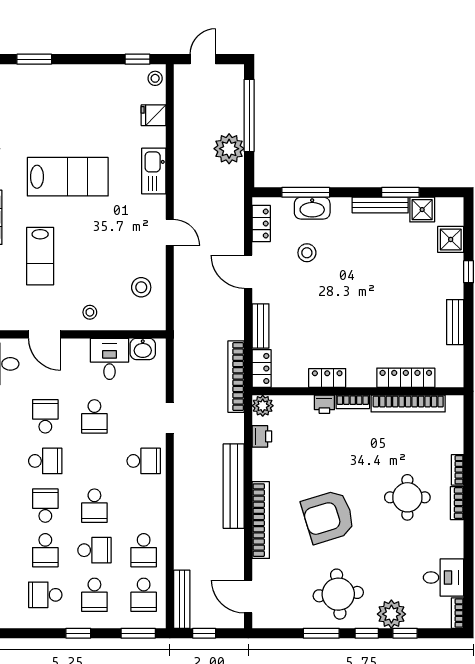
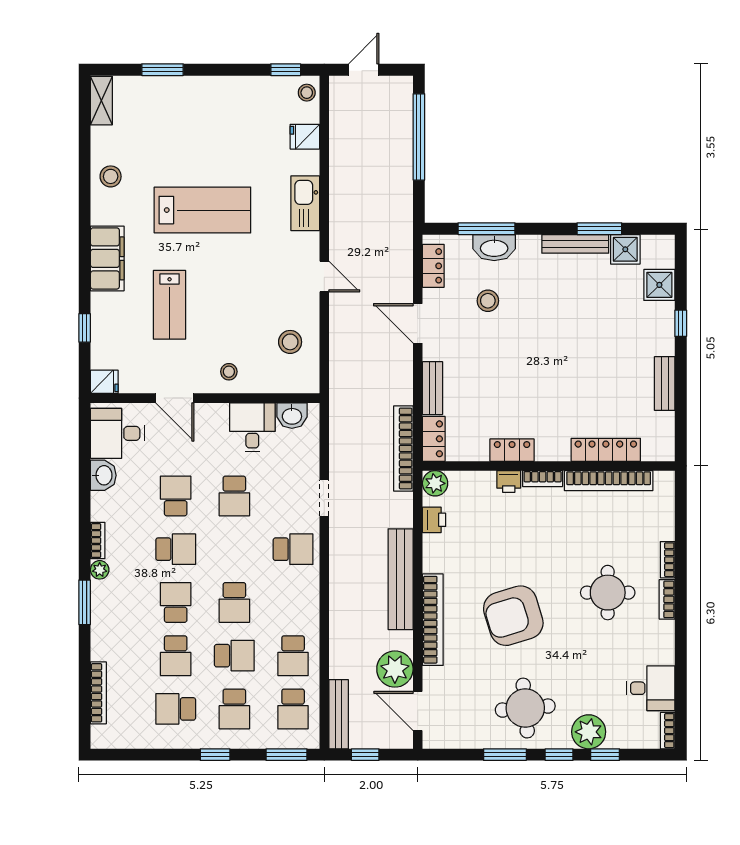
plant: (229, 149) -> (395, 669), moved

